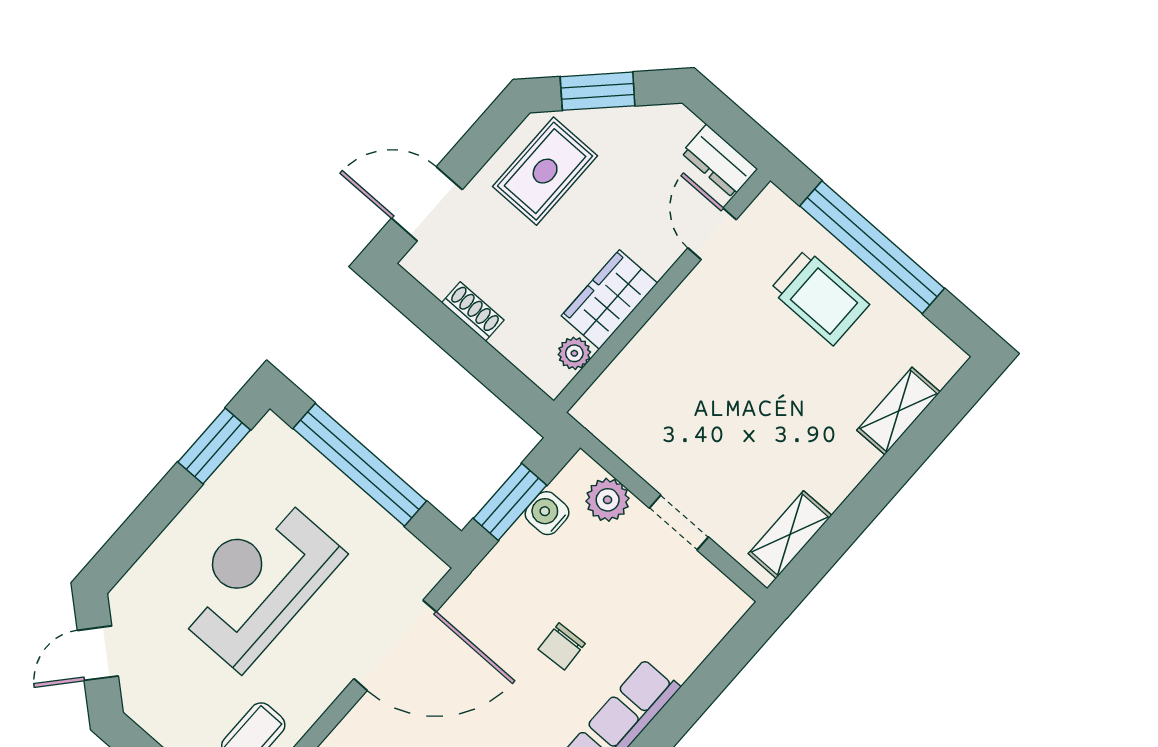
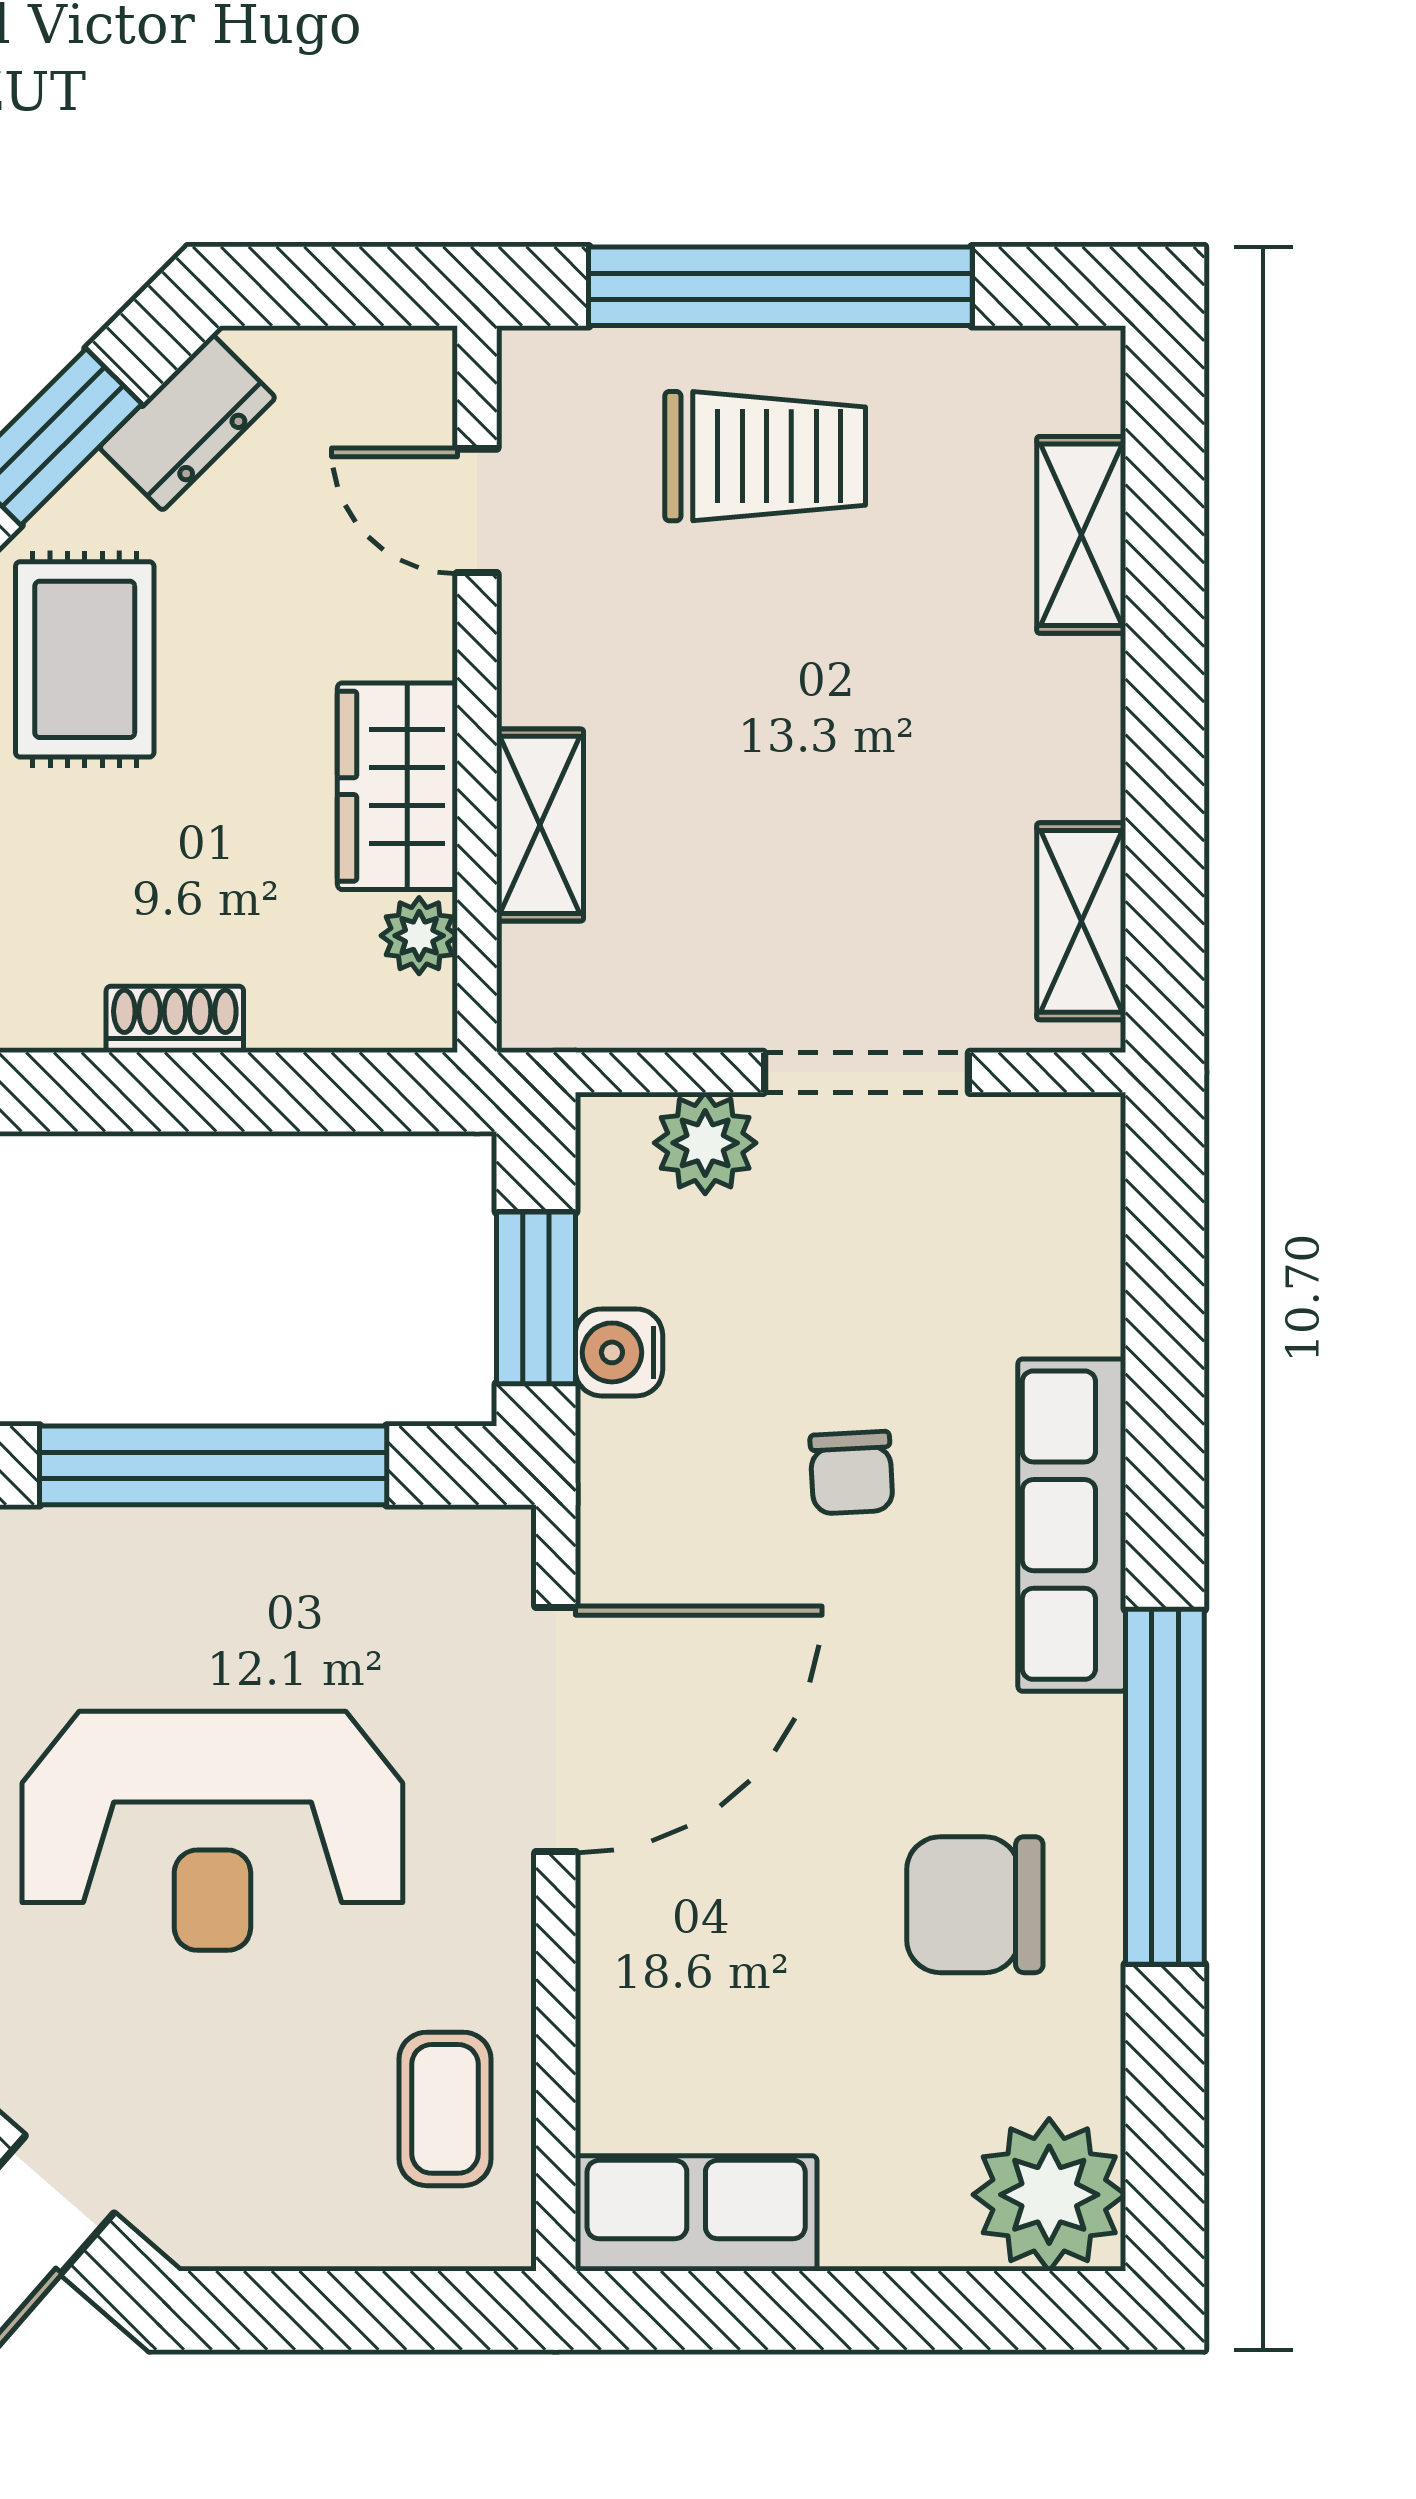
dresser: (719, 161) -> (187, 423), moved, turned -45
shelving: (644, 352) -> (540, 825), added
water cooler: (547, 513) -> (619, 1352), moved
doorway: (679, 523) -> (866, 1072), width x1.38
reception desk: (257, 581) -> (212, 1831), turned -90

